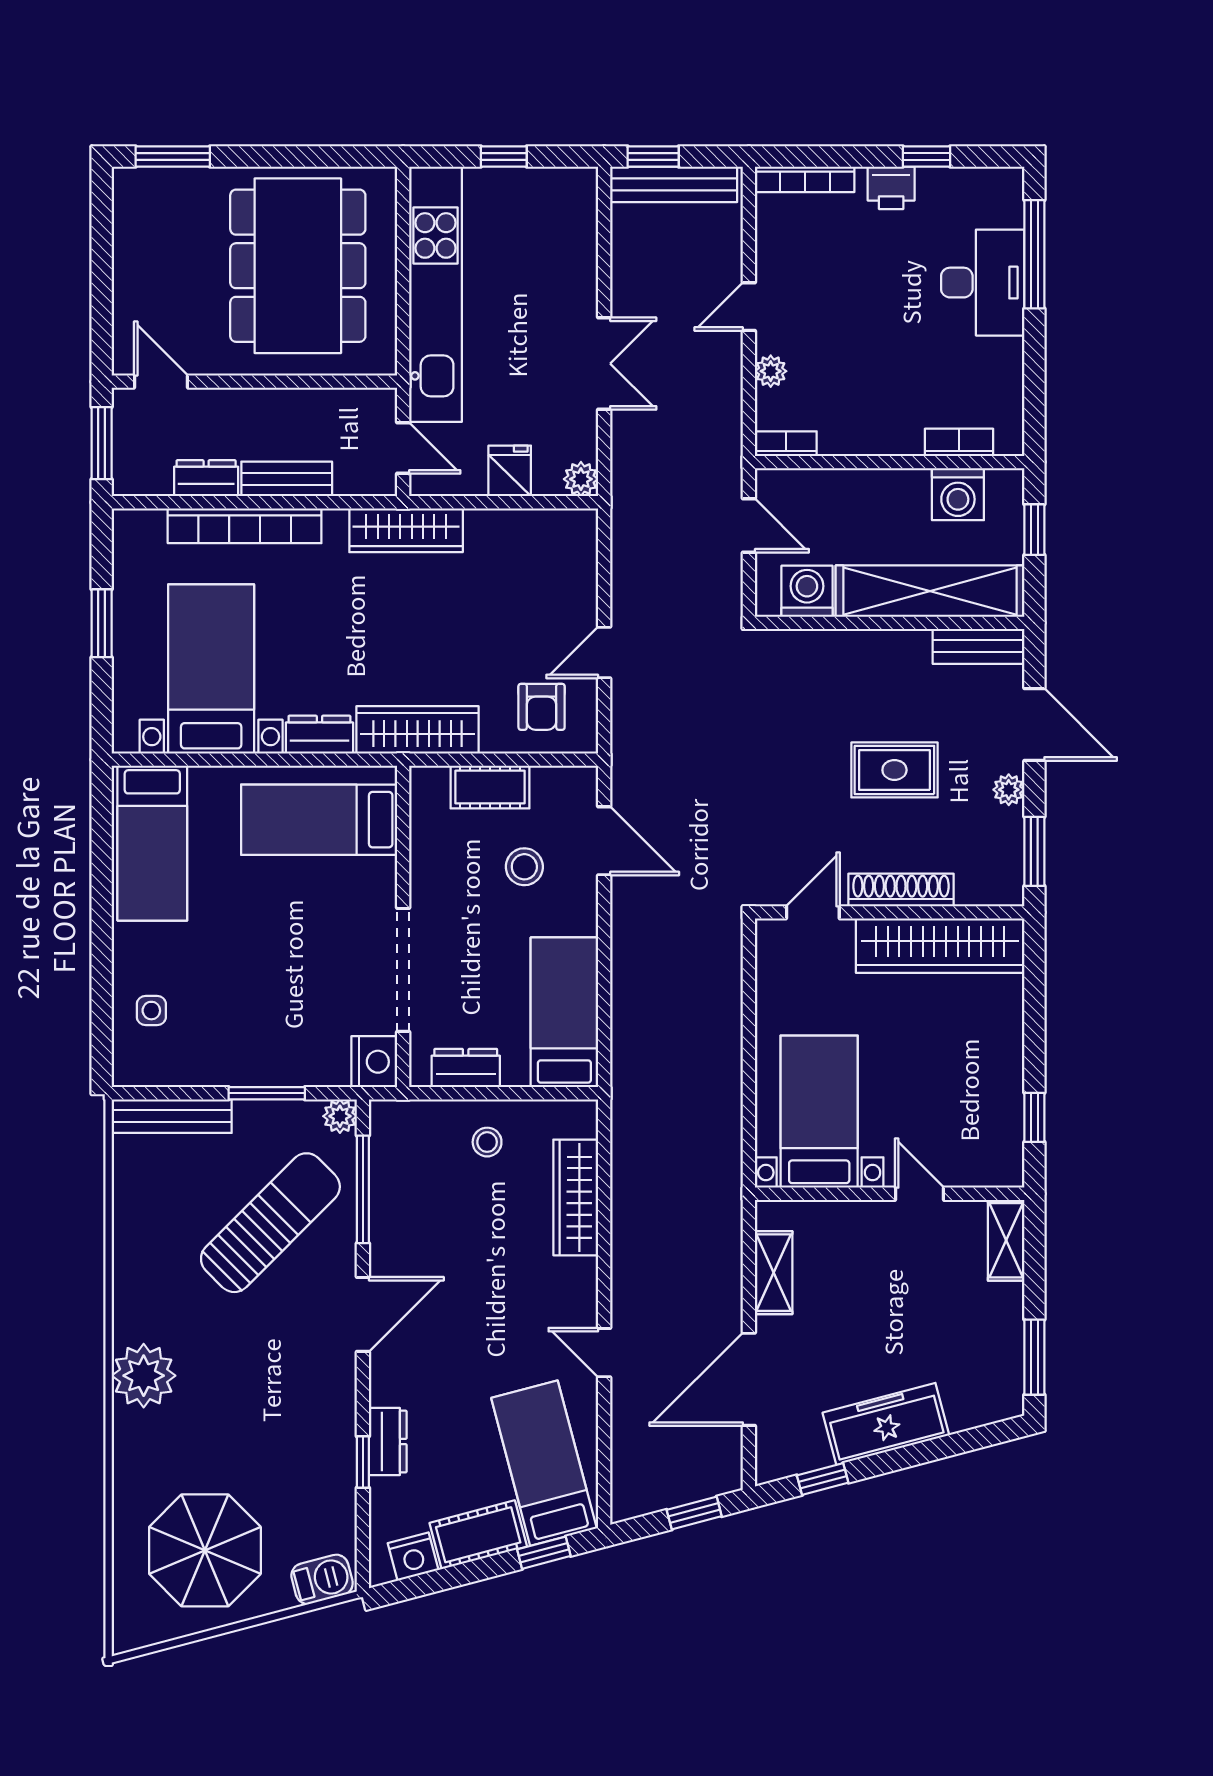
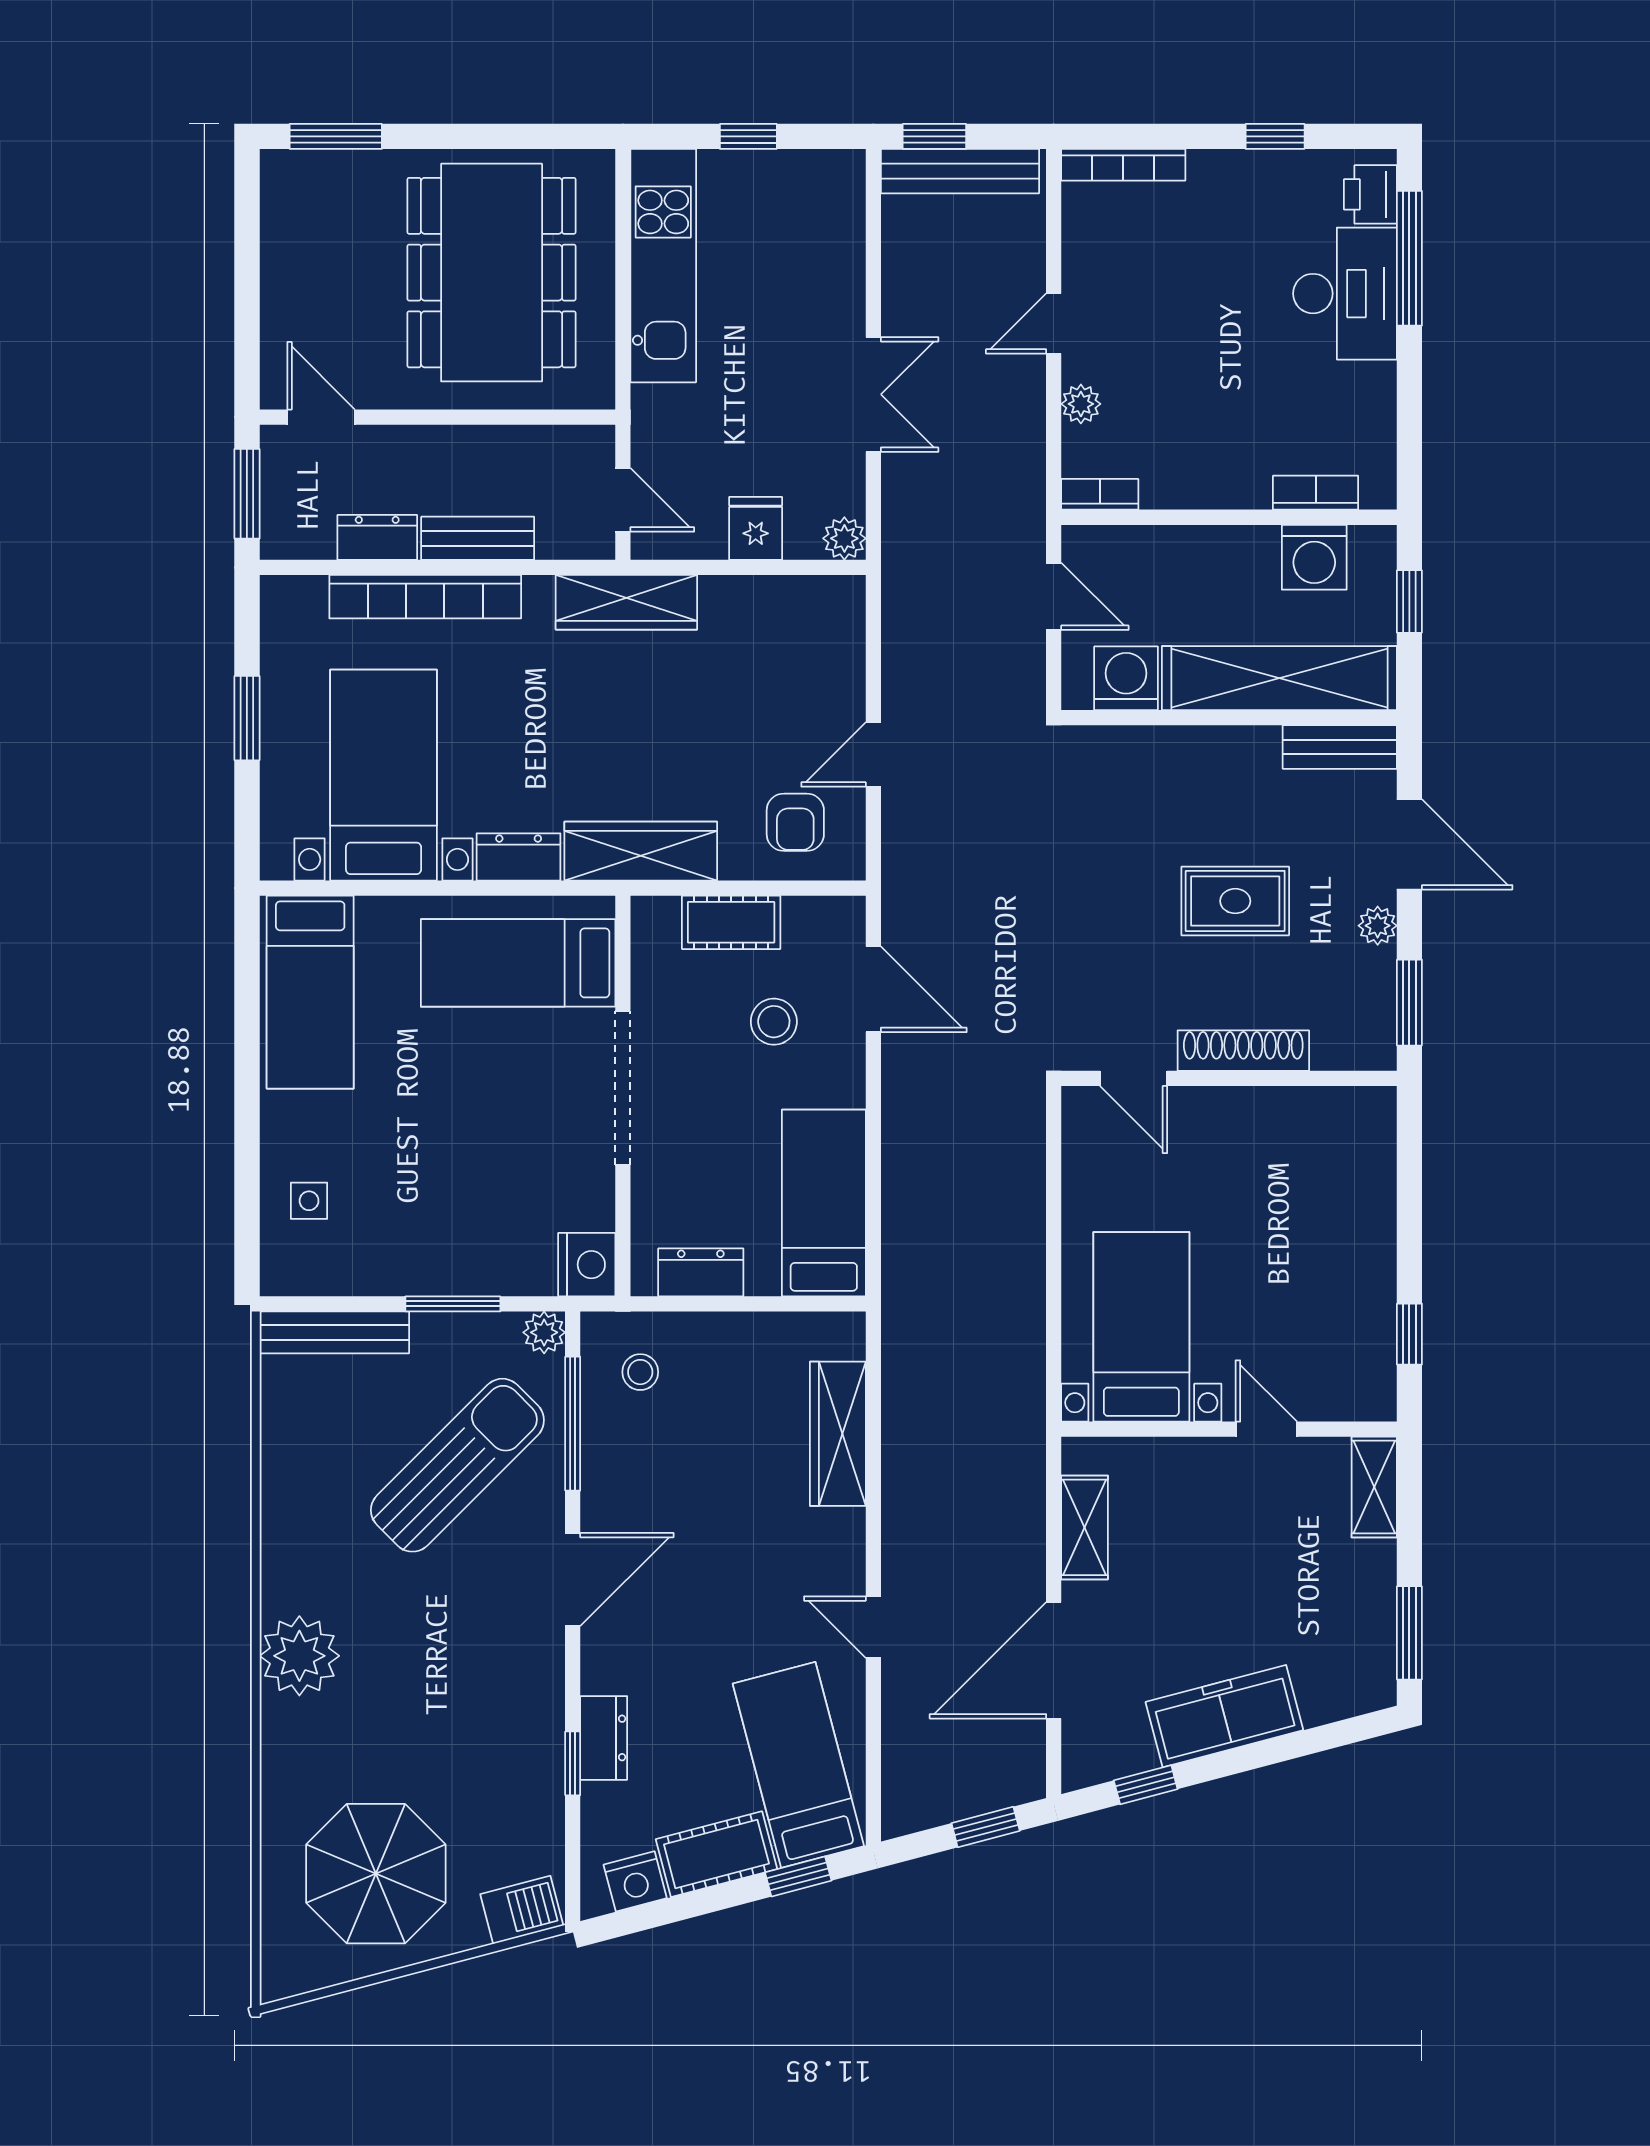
printer: (891, 188) -> (1370, 194), moved, turned 90
kitchen unit: (436, 294) -> (663, 266), width x0.73
door: (813, 912) -> (1134, 1078), swing flipped
wardrobe: (940, 946) -> (1292, 1120), removed
doorway: (403, 970) -> (623, 1088), moved
stool: (487, 1142) -> (640, 1372), moved

